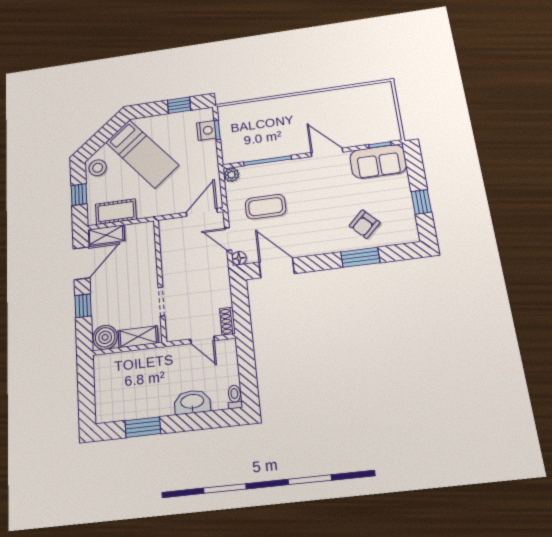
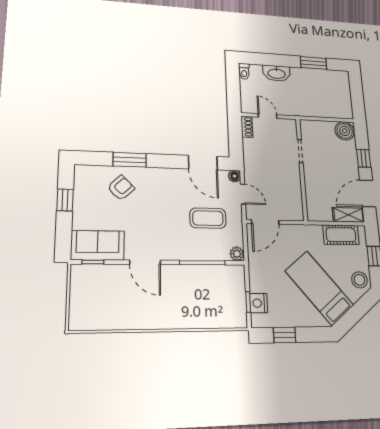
shelving: (138, 337) -> (319, 127), removed

